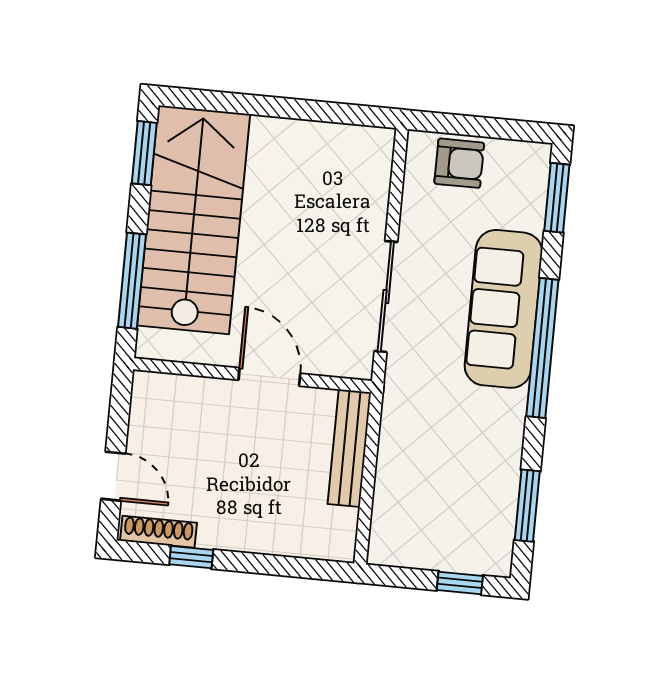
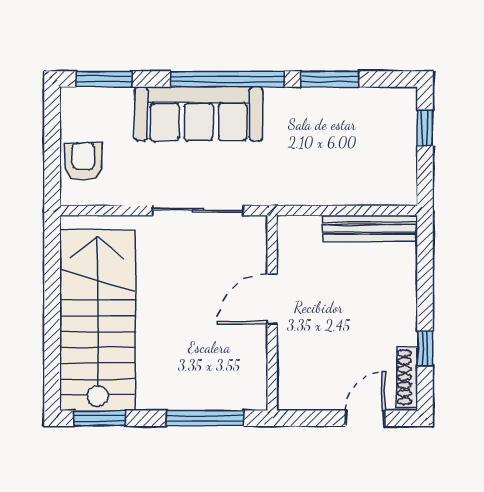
stairs: (194, 220) -> (97, 320), moved, turned 90
bench: (349, 448) -> (370, 228), moved
window: (527, 506) -> (330, 79), moved

